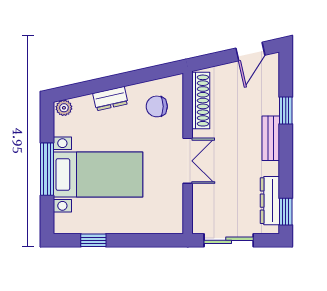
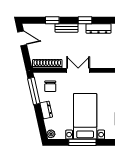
window: (148, 74) -> (34, 91), added
window: (286, 212) -> (85, 20), moved

